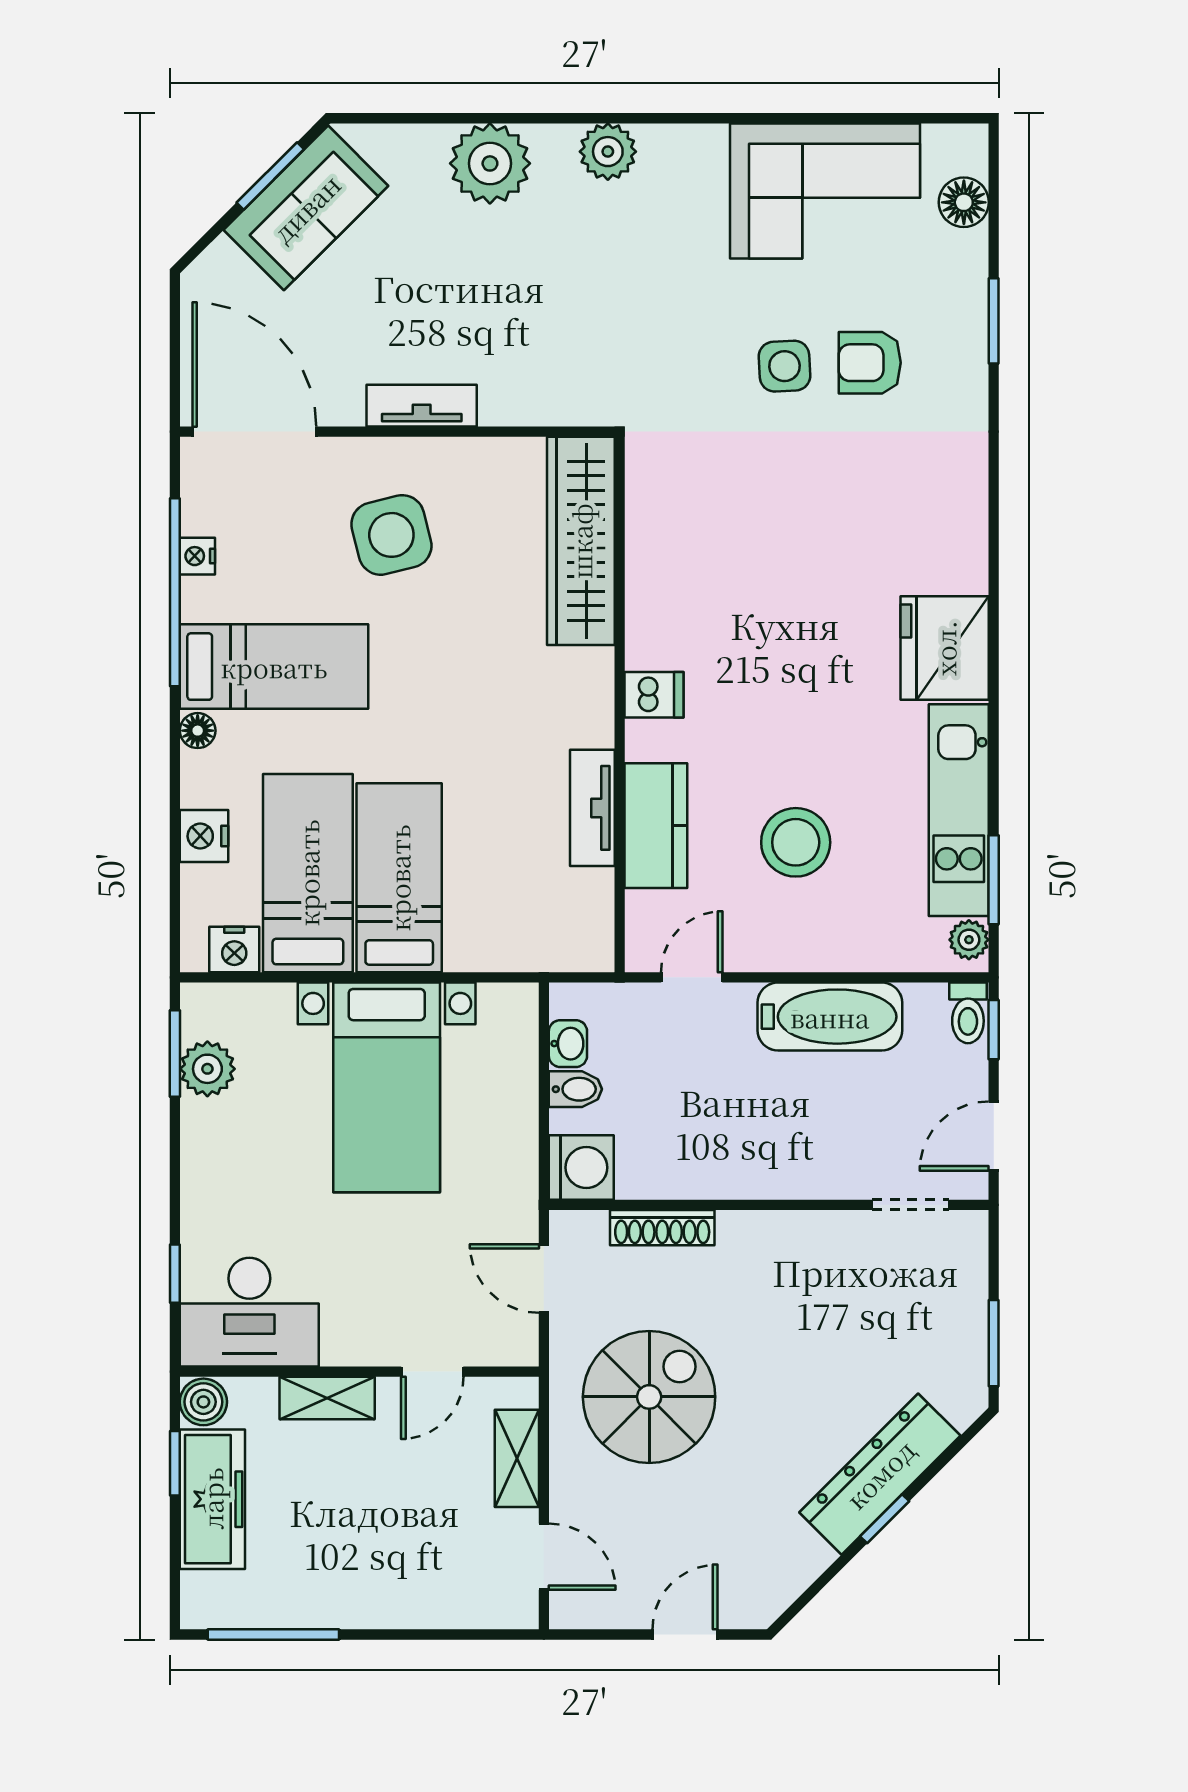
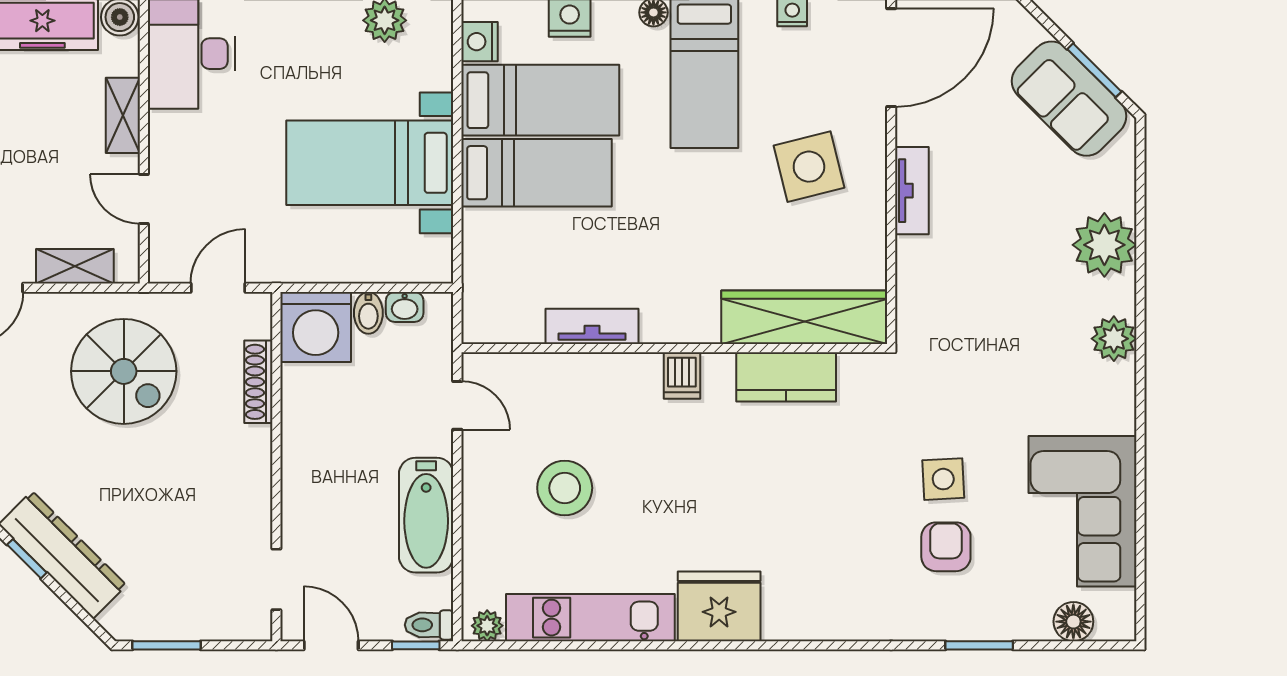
kitchen counter: (656, 826) -> (786, 377), moved
window: (994, 880) -> (535, 645), removed
washing machine: (581, 1168) -> (316, 327), width x1.37, depth x1.37

